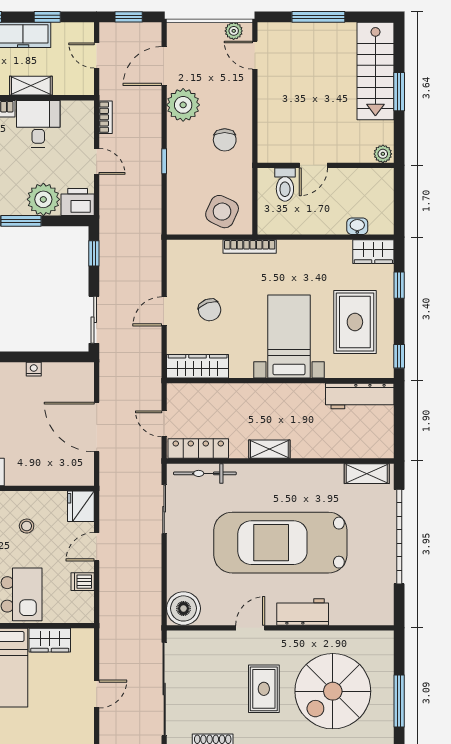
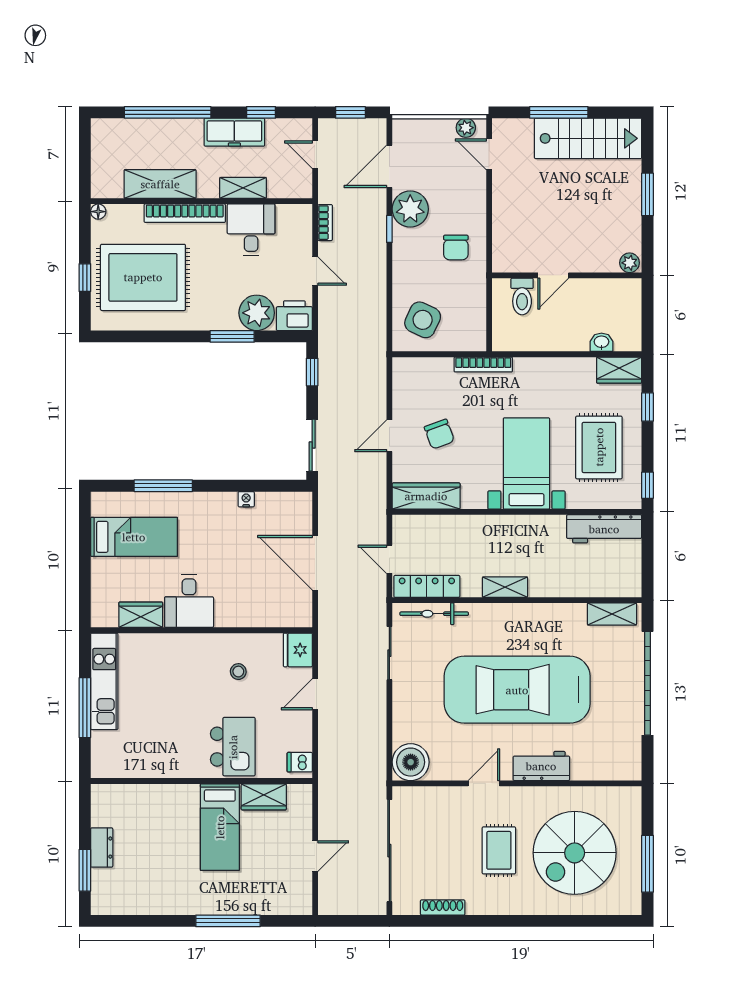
stairs: (375, 71) -> (588, 138), moved, turned -90
window: (164, 161) -> (389, 229), moved
side table: (222, 212) -> (423, 320), moved
dishwasher: (83, 582) -> (300, 762), moved

